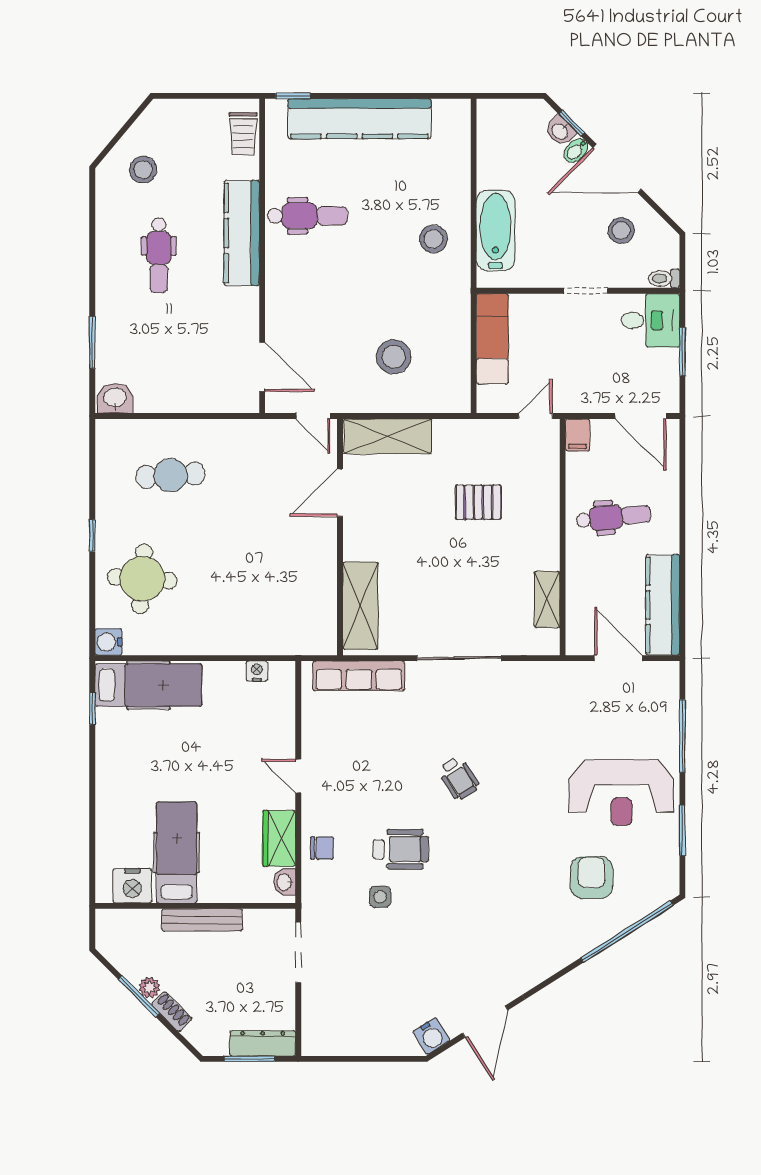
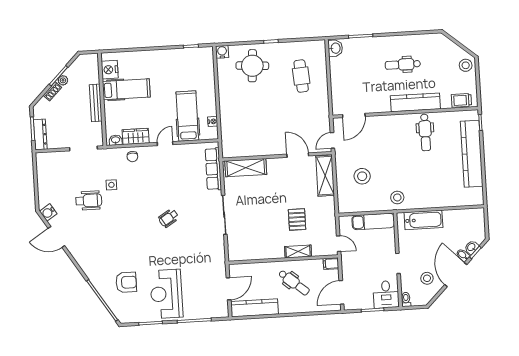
stool: (143, 170) -> (466, 65), moved
stool: (433, 239) -> (397, 197), moved
dental chair: (614, 517) -> (294, 283), turned -44
shelving: (547, 599) -> (298, 251), moved
hospital bed: (148, 685) -> (187, 116), moved, turned 180
wheelchair: (401, 849) -> (89, 201), moved, turned -90

